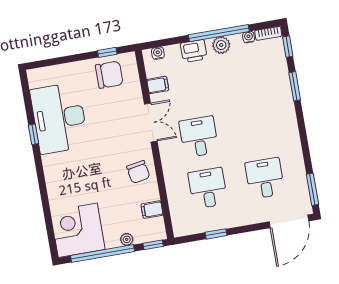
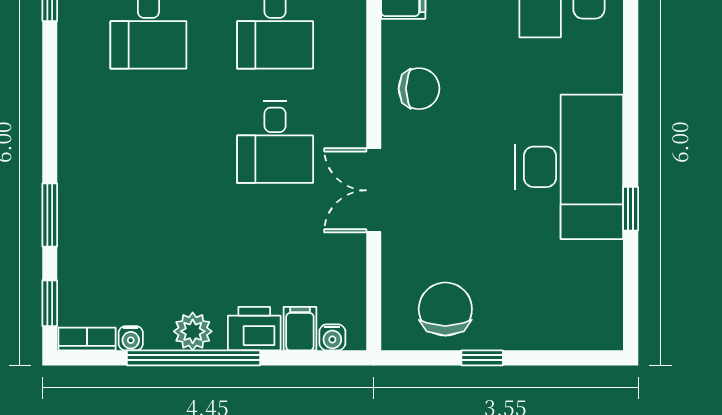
window: (107, 52) -> (482, 358), moved
chair: (109, 75) -> (445, 309), turned 90
filing cabinet: (158, 85) -> (300, 329), moved, turned 90
desk: (59, 118) -> (569, 167), moved
chair: (138, 172) -> (419, 89), turned 100

